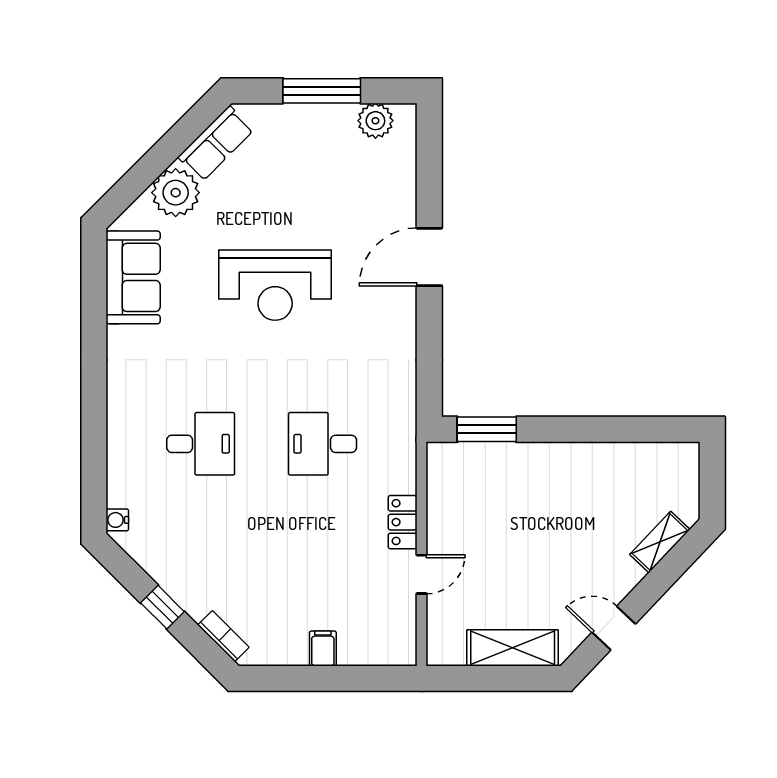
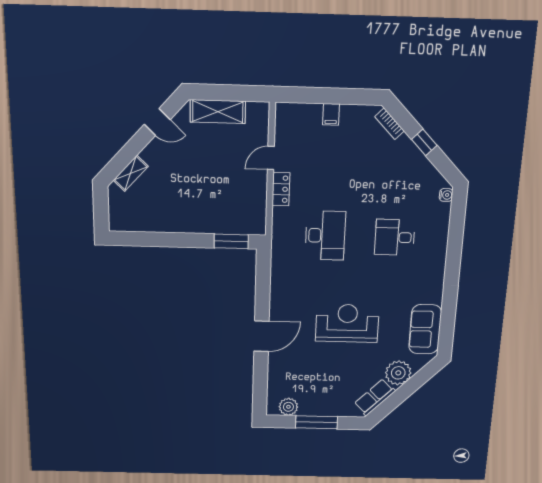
desk: (323, 444) -> (325, 236), width x1.37

